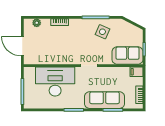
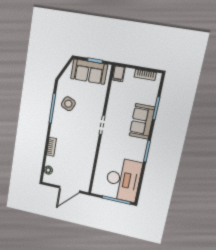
sofa: (128, 56) -> (89, 72), moved, turned -90
desk: (55, 82) -> (123, 180), moved, turned 180
sofa: (105, 100) -> (142, 121), width x0.73

